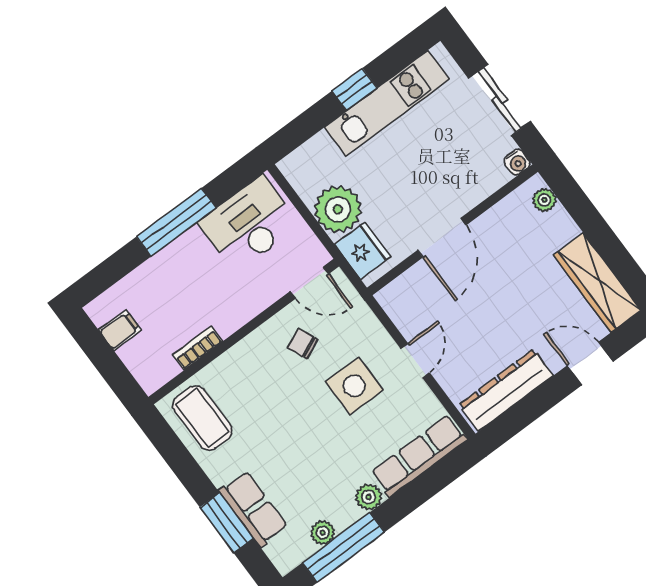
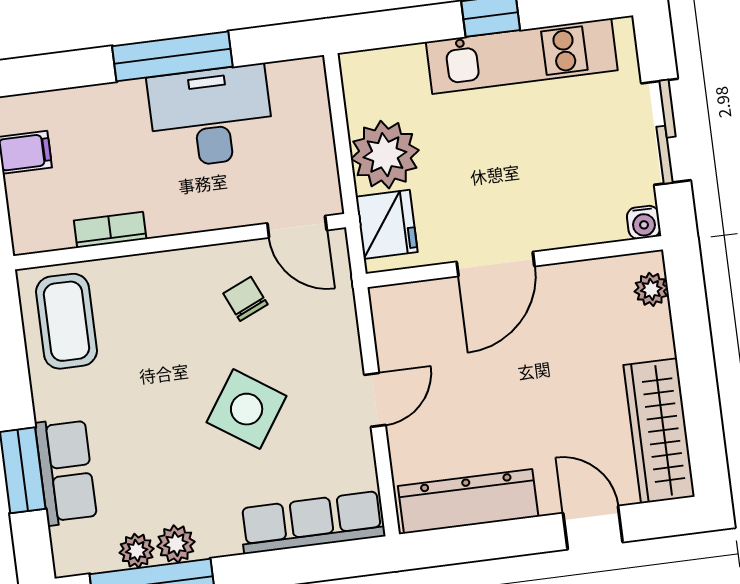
desk: (249, 224) -> (211, 116), moved
side table: (354, 386) -> (247, 409), moved, turned 34
plant: (369, 497) -> (176, 544), moved

